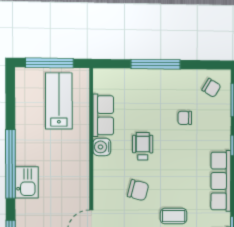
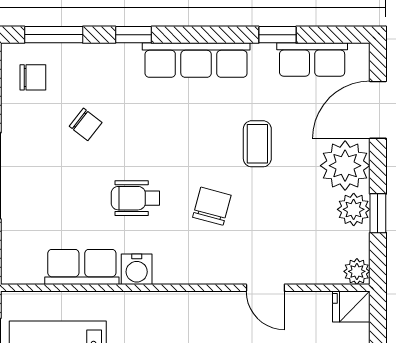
chair: (211, 88) -> (33, 77), turned 59
chair: (185, 118) -> (86, 124), turned -52

